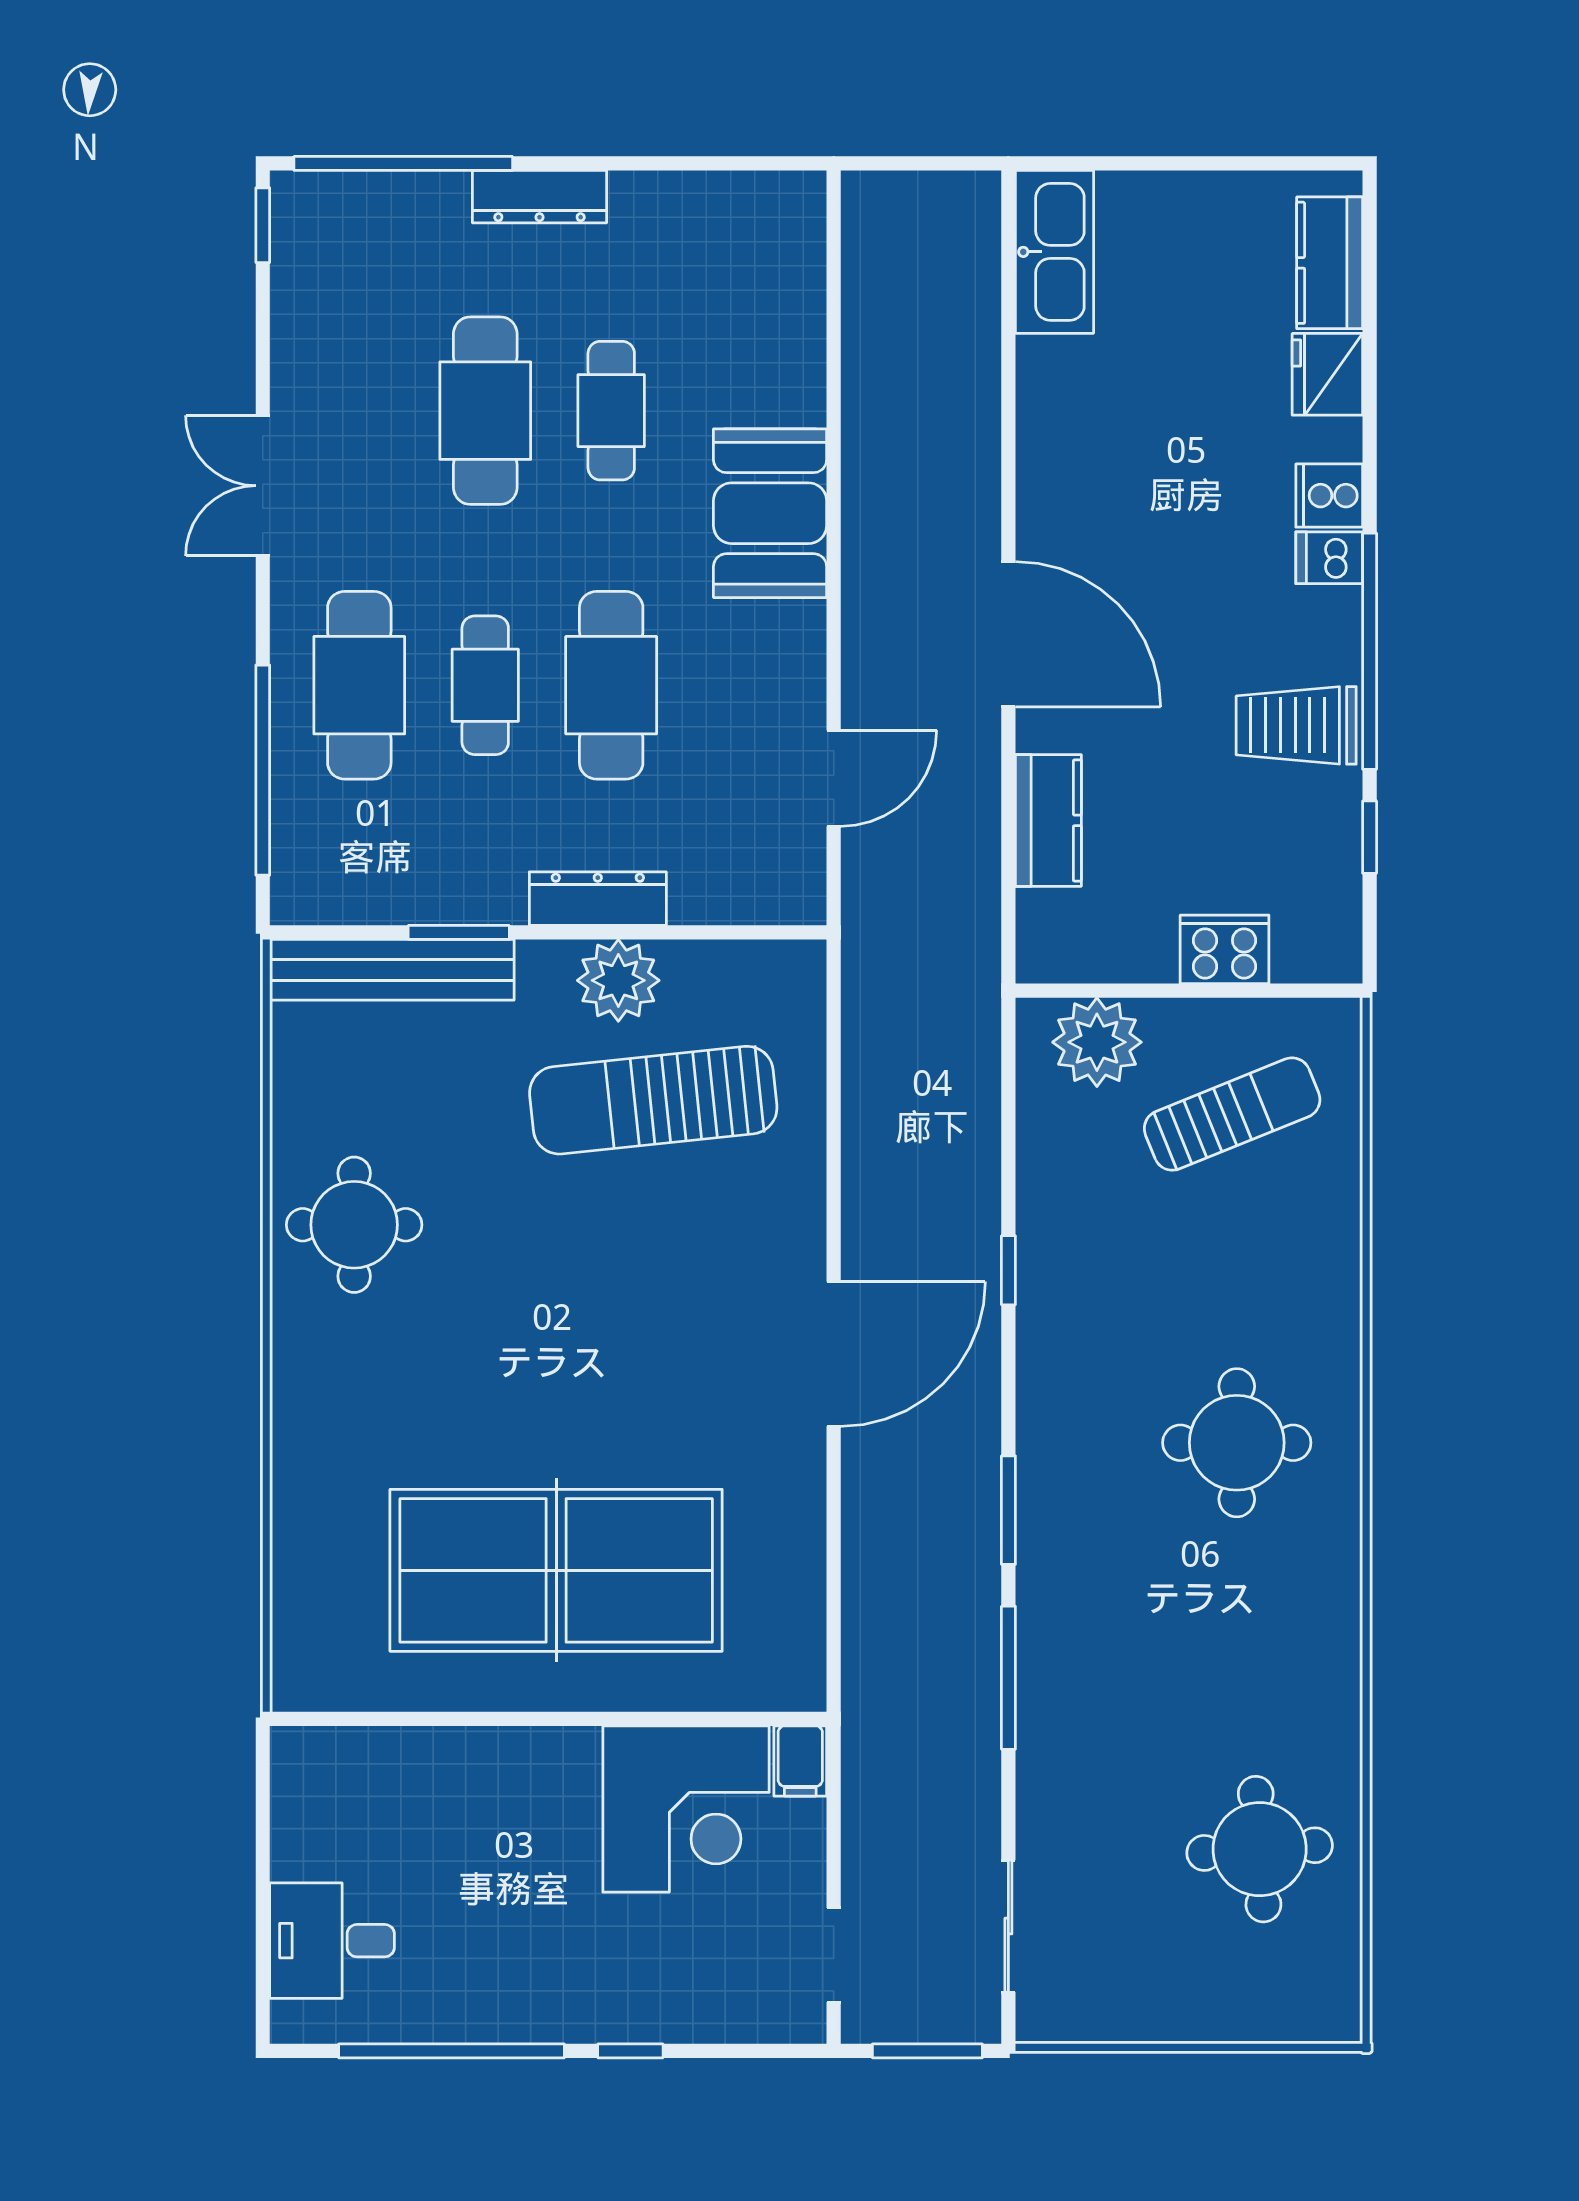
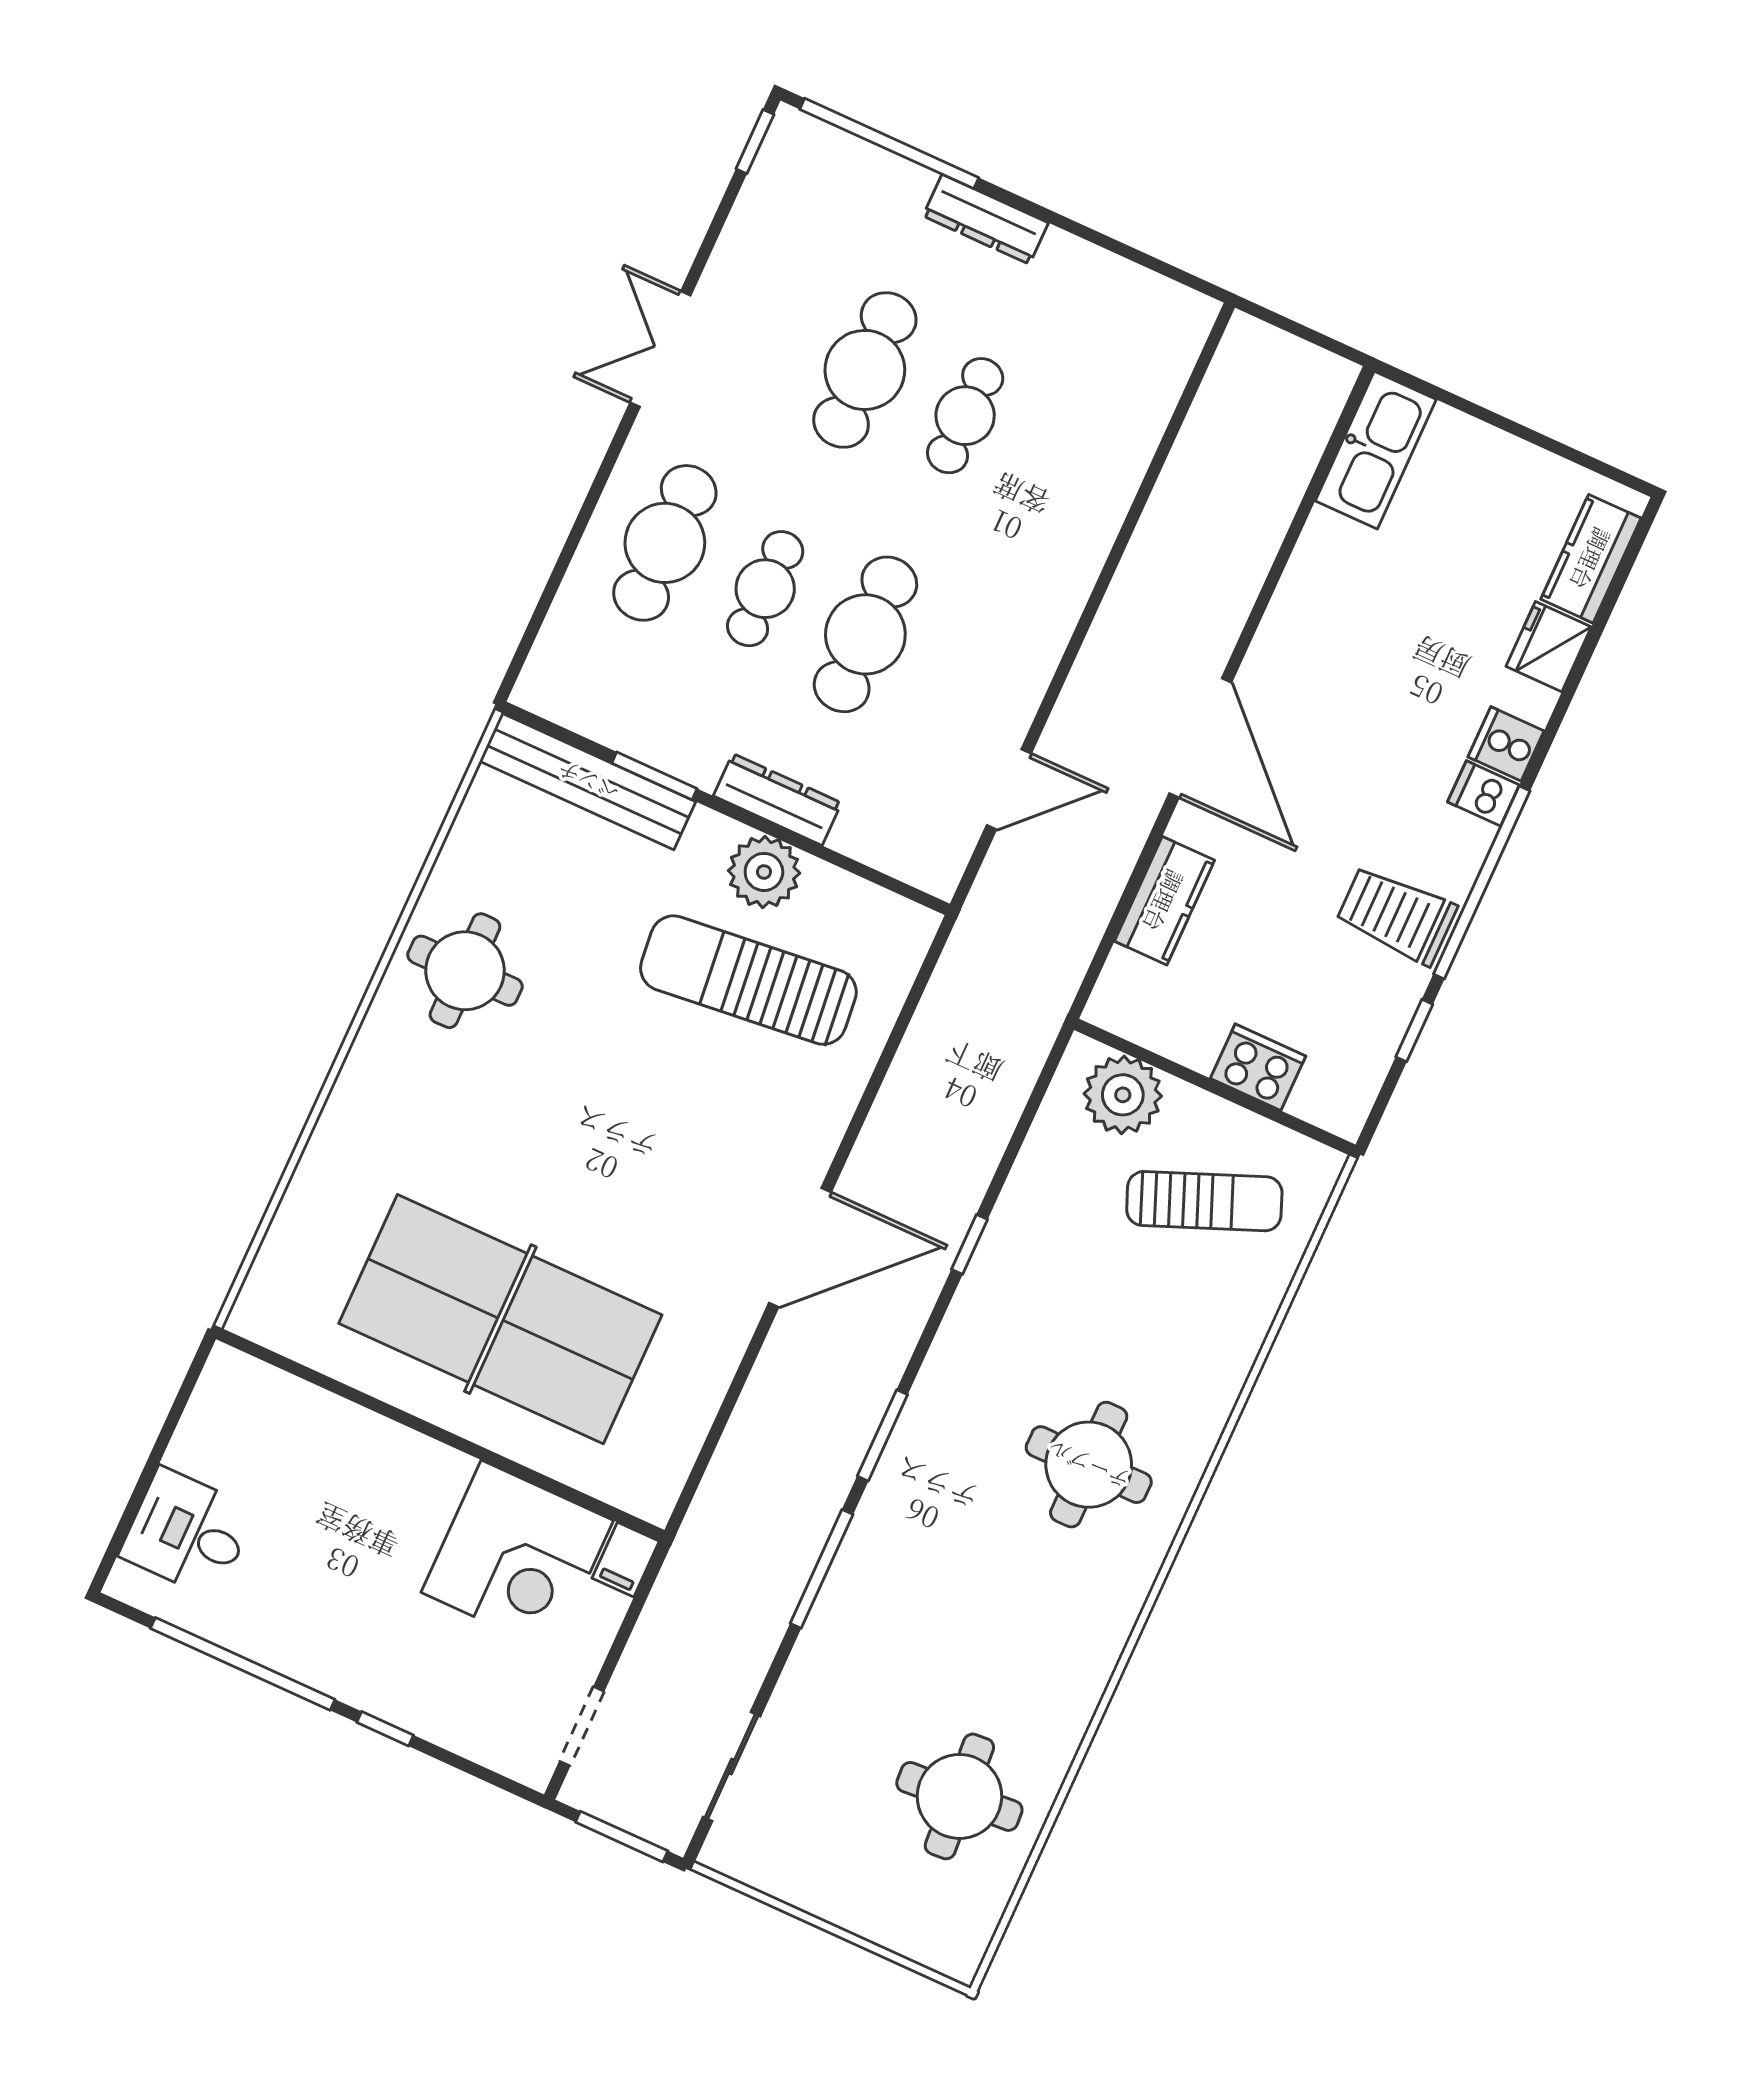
booth: (770, 513) -> (1054, 555), removed
window: (263, 770) -> (557, 576), removed

